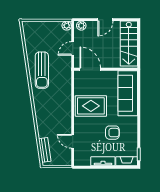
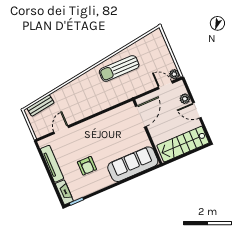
plant: (81, 26) -> (185, 99), moved
door: (73, 48) -> (165, 85), moved
rug: (91, 106) -> (104, 133), removed
tv unit: (103, 161) -> (52, 164), width x1.41

